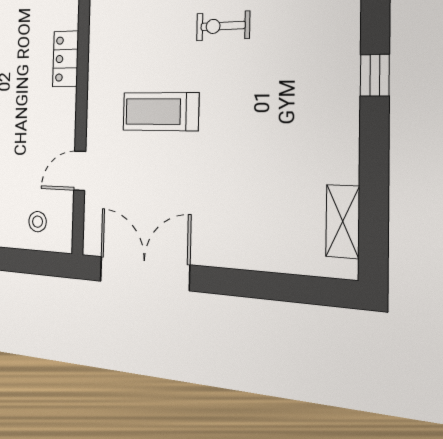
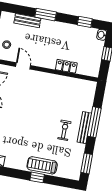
treadmill: (160, 112) -> (42, 165), moved, turned -90

